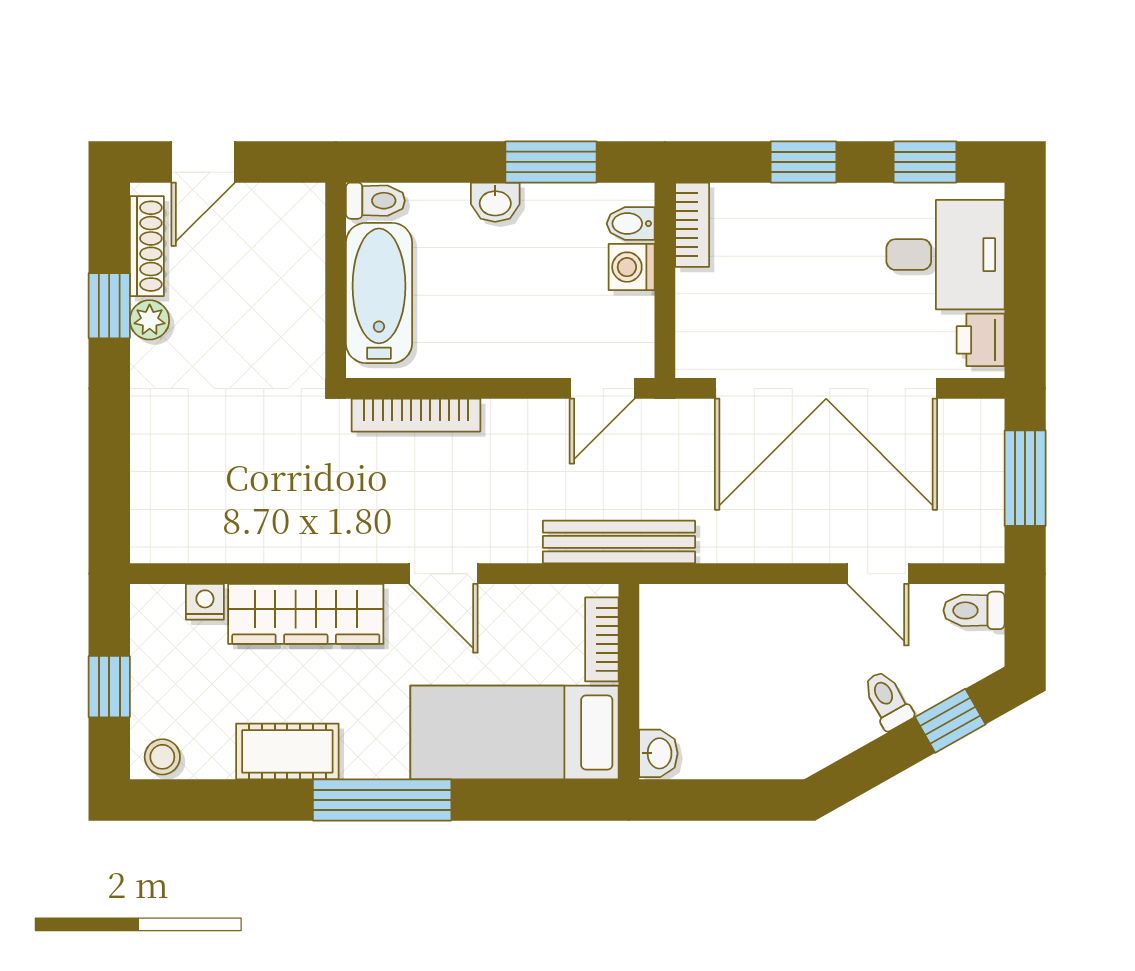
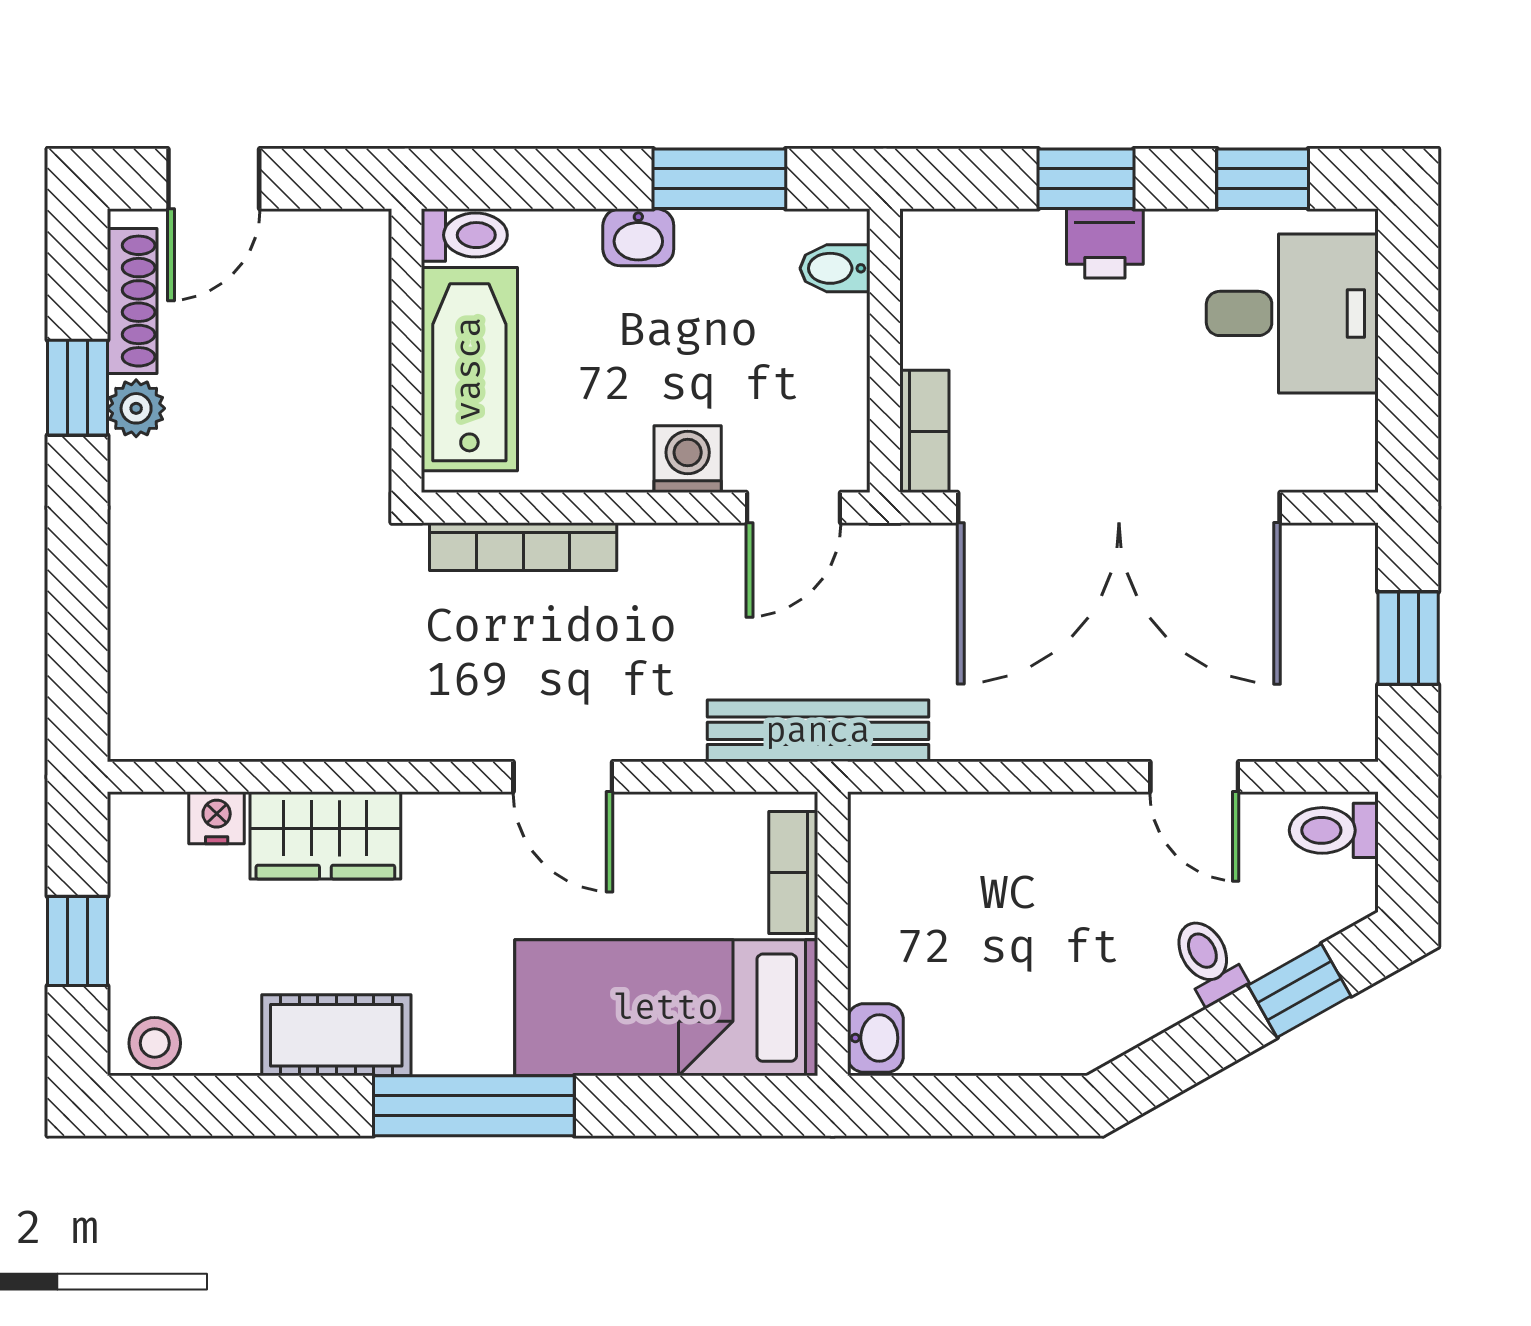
bookcase: (692, 225) -> (924, 431), moved
washing machine: (632, 267) -> (688, 459), moved, turned 90
printer: (981, 340) -> (1105, 243), moved, turned -90
window: (1025, 478) -> (1408, 638), width x0.67
wardrobe: (306, 614) -> (325, 835), width x0.67

